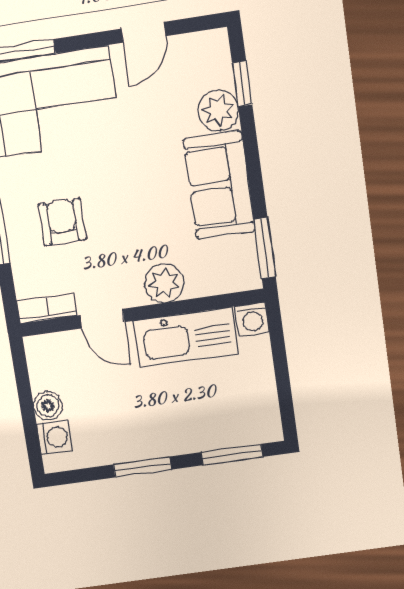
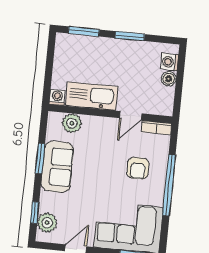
plant: (218, 111) -> (47, 223), moved
window: (265, 248) -> (40, 159), moved
plant: (164, 283) -> (72, 123), moved
door: (102, 319) -> (131, 116), swing flipped

